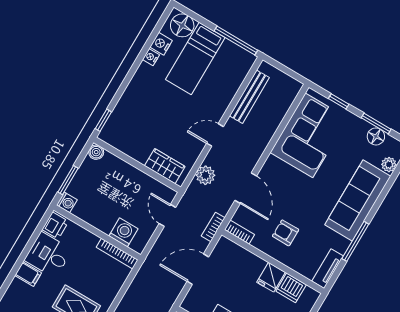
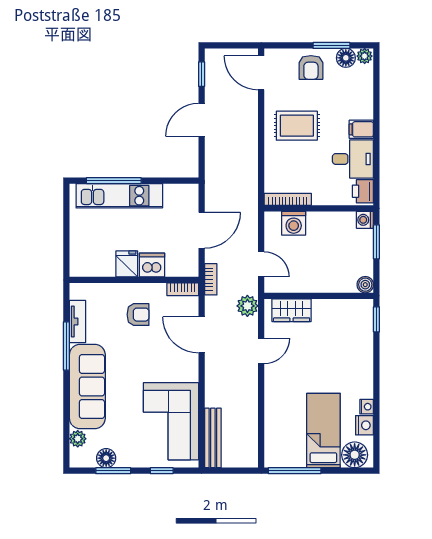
bench: (249, 97) -> (213, 438), moved
door: (215, 135) -> (261, 351), moved
plant: (205, 175) -> (247, 306), moved
tv unit: (328, 269) -> (77, 321), moved
dishwasher: (291, 288) -> (152, 265), moved

